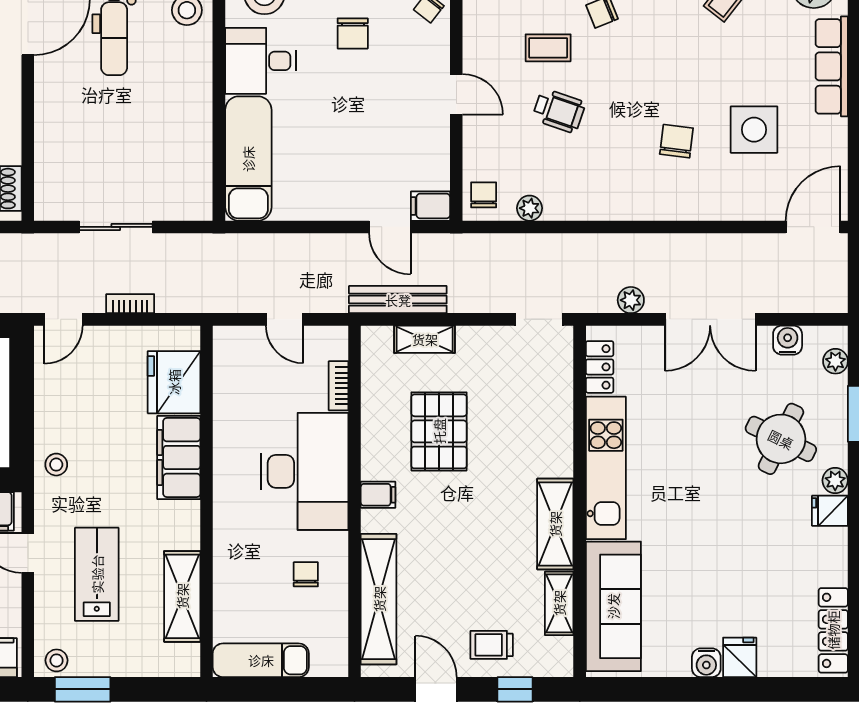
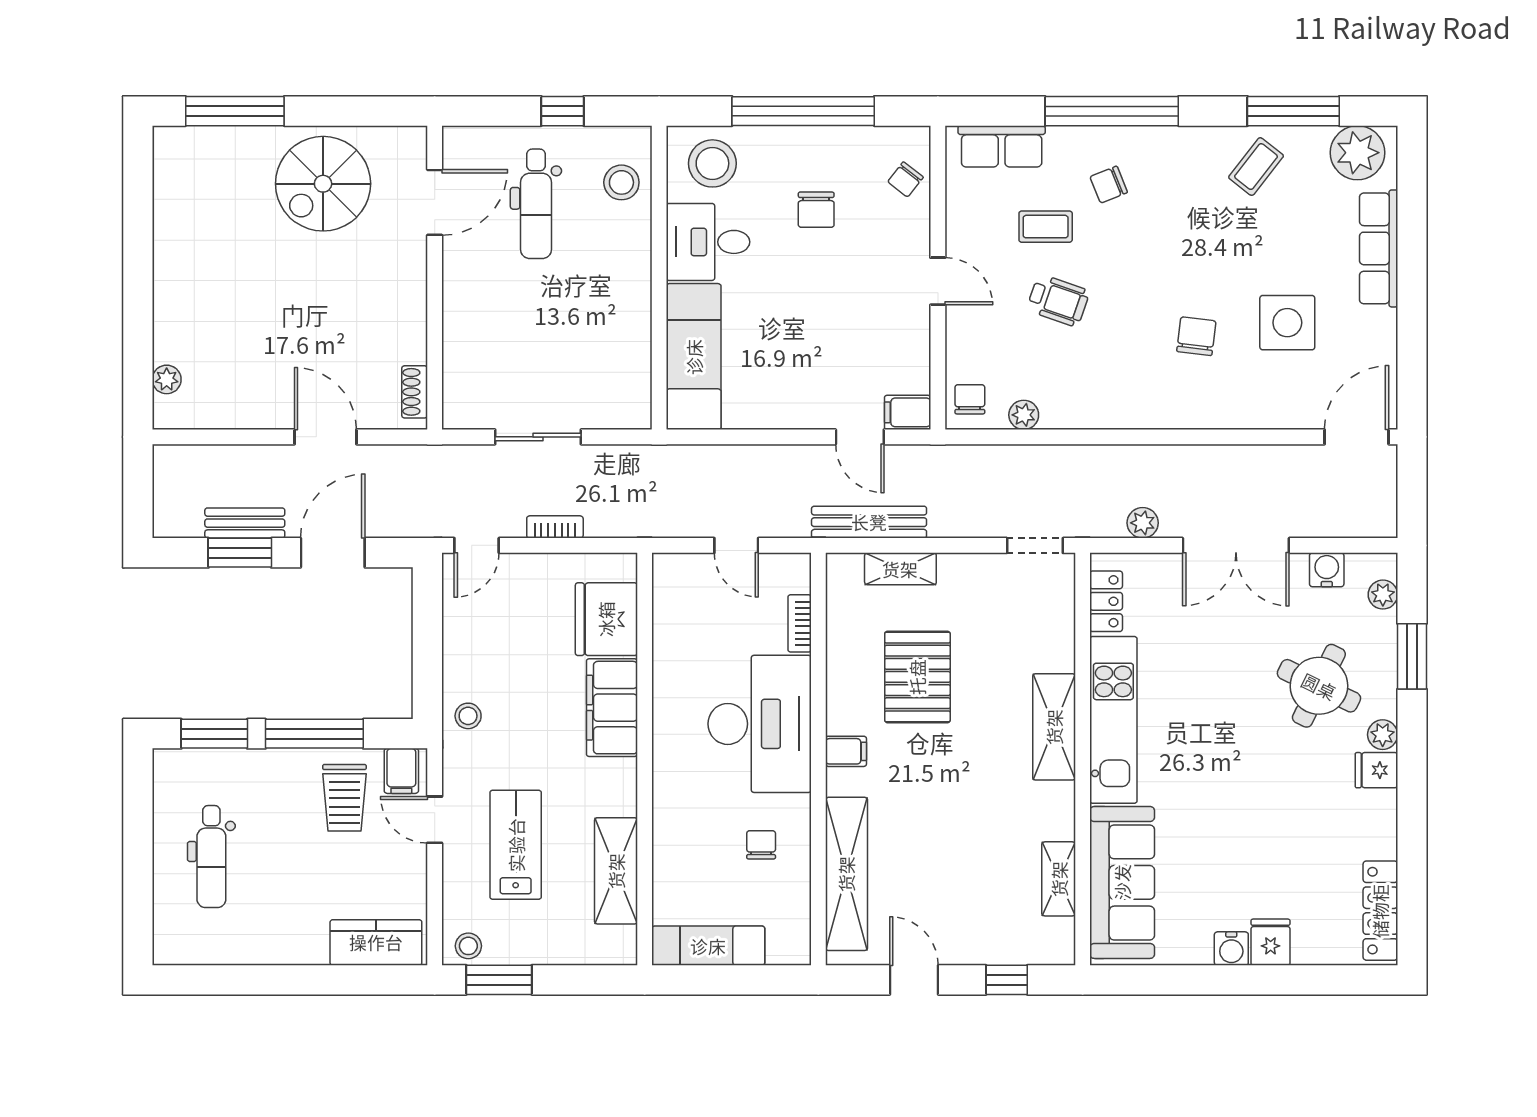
shelving: (555, 524) -> (1054, 727), moved
trolley: (492, 645) -> (979, 928), removed

